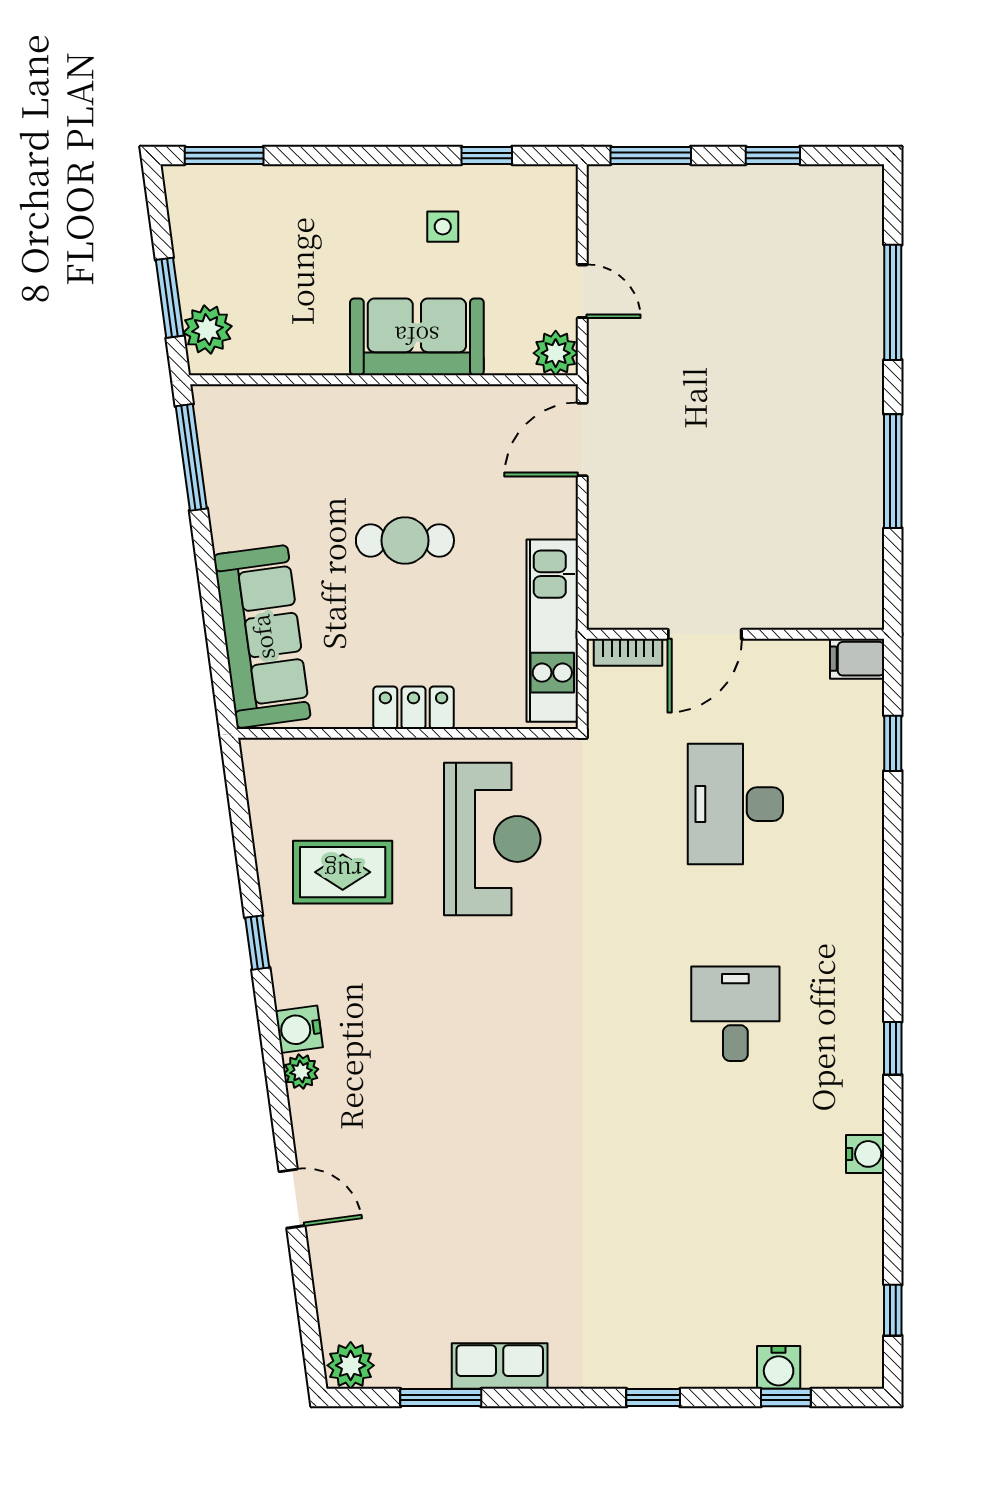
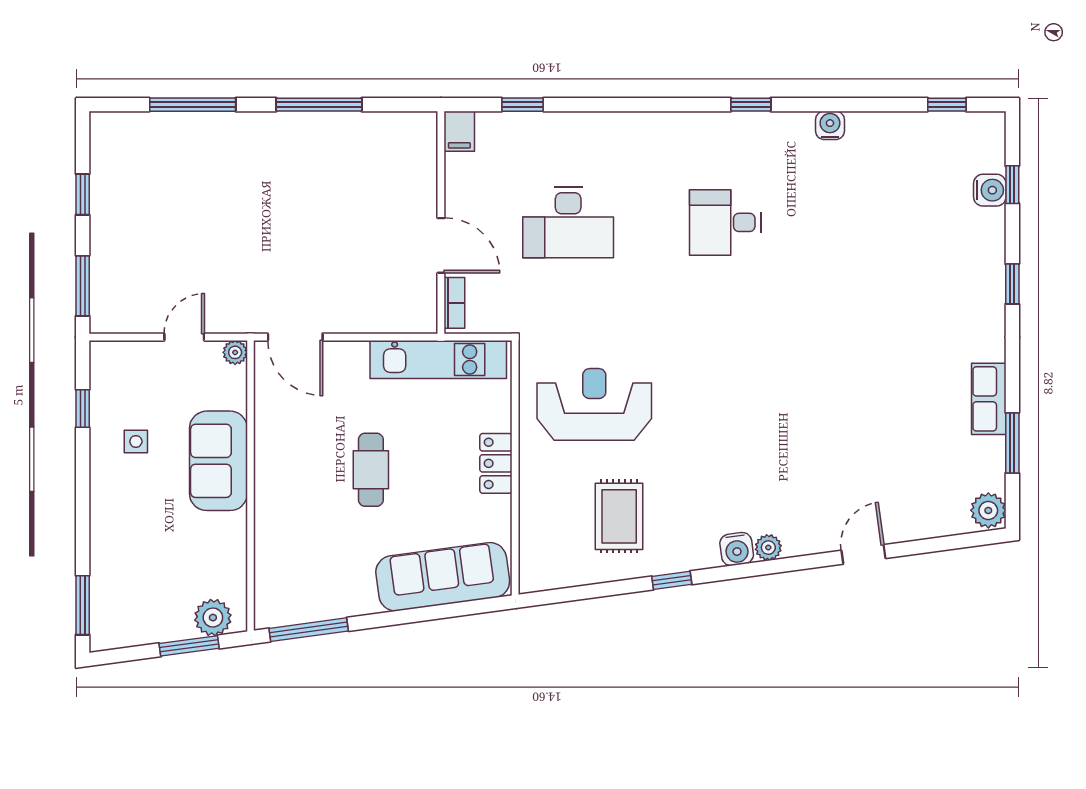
plant: (556, 353) -> (235, 352), width x0.73, depth x0.73

